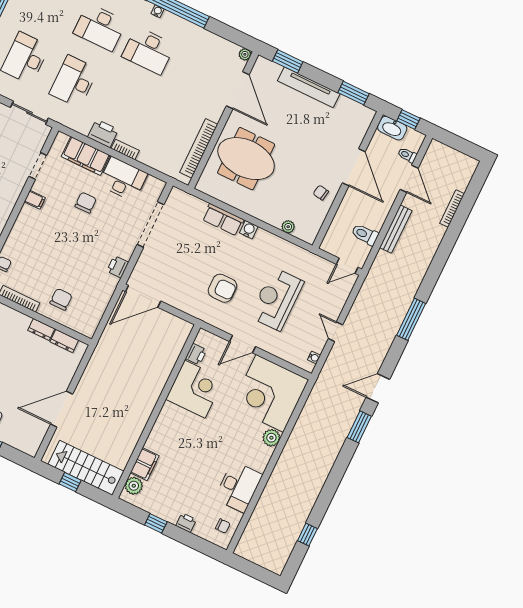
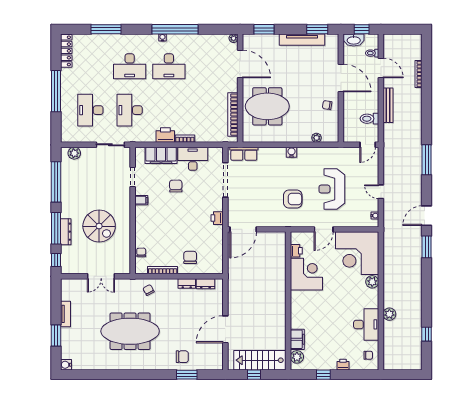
tv unit: (309, 87) -> (302, 40), moved
row of seats: (223, 220) -> (244, 154), moved
plant: (273, 488) -> (389, 314), added

